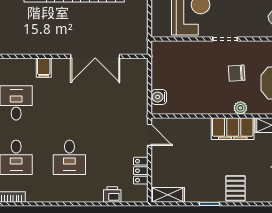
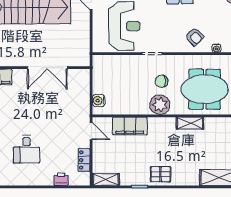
plant: (240, 108) -> (160, 105), width x1.88, depth x1.88
filing cabinet: (233, 129) -> (130, 126), moved
pallet: (236, 188) -> (161, 174), turned 90

